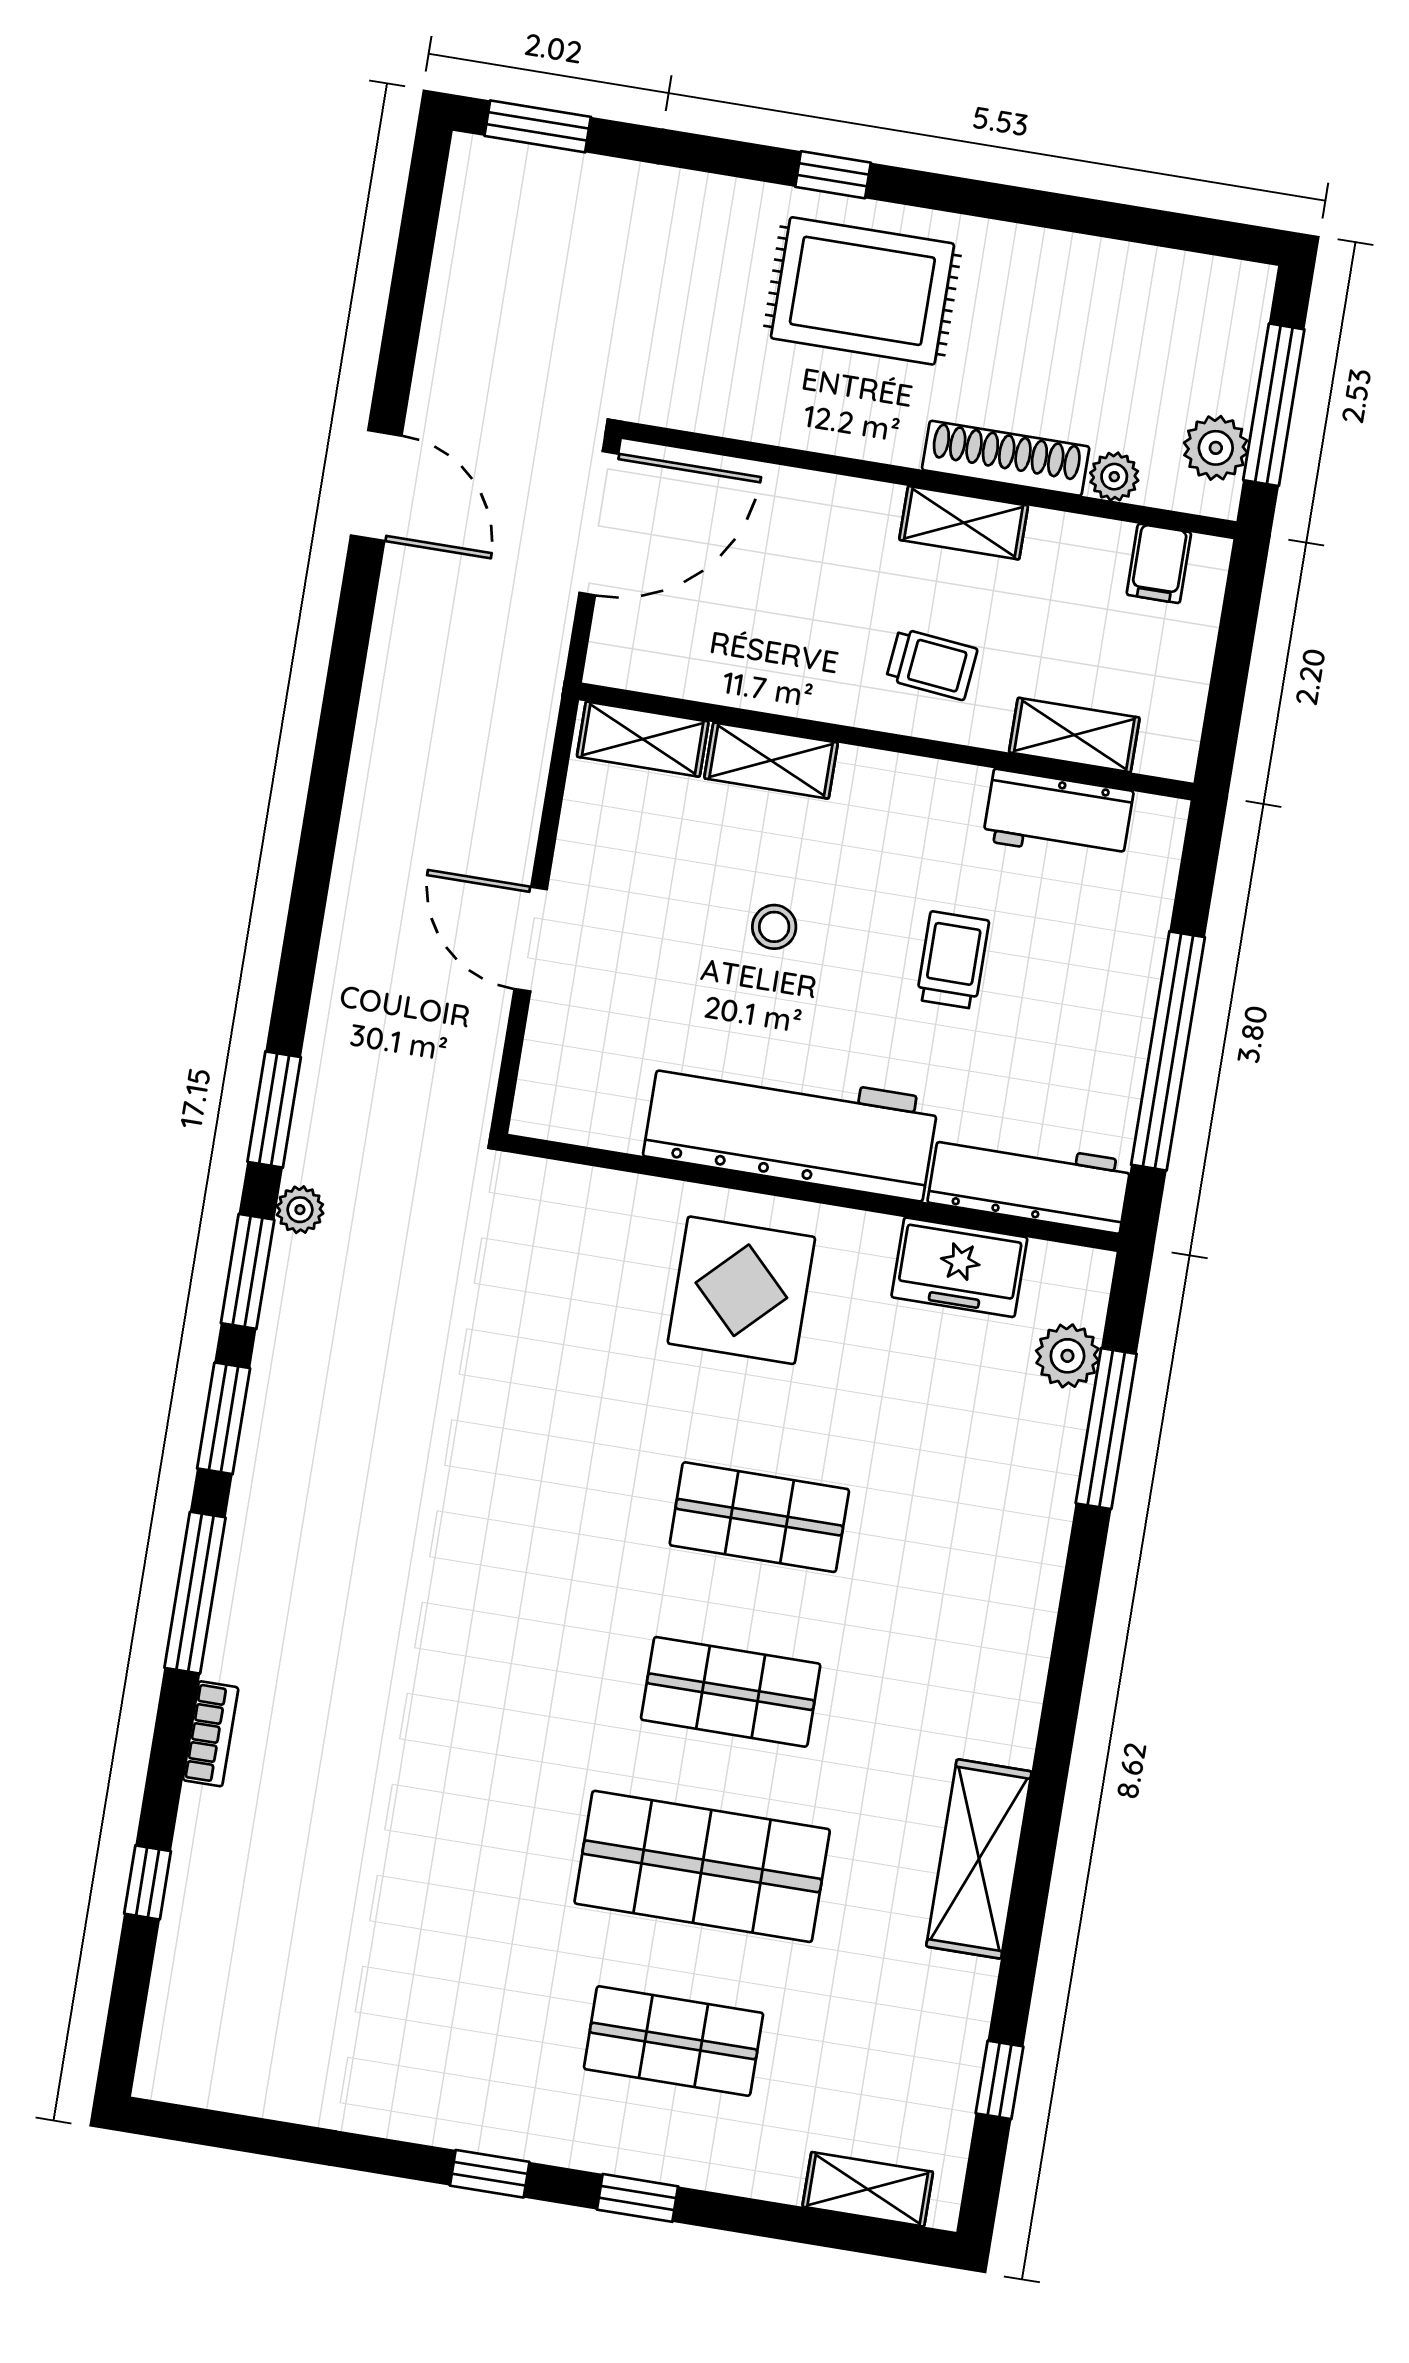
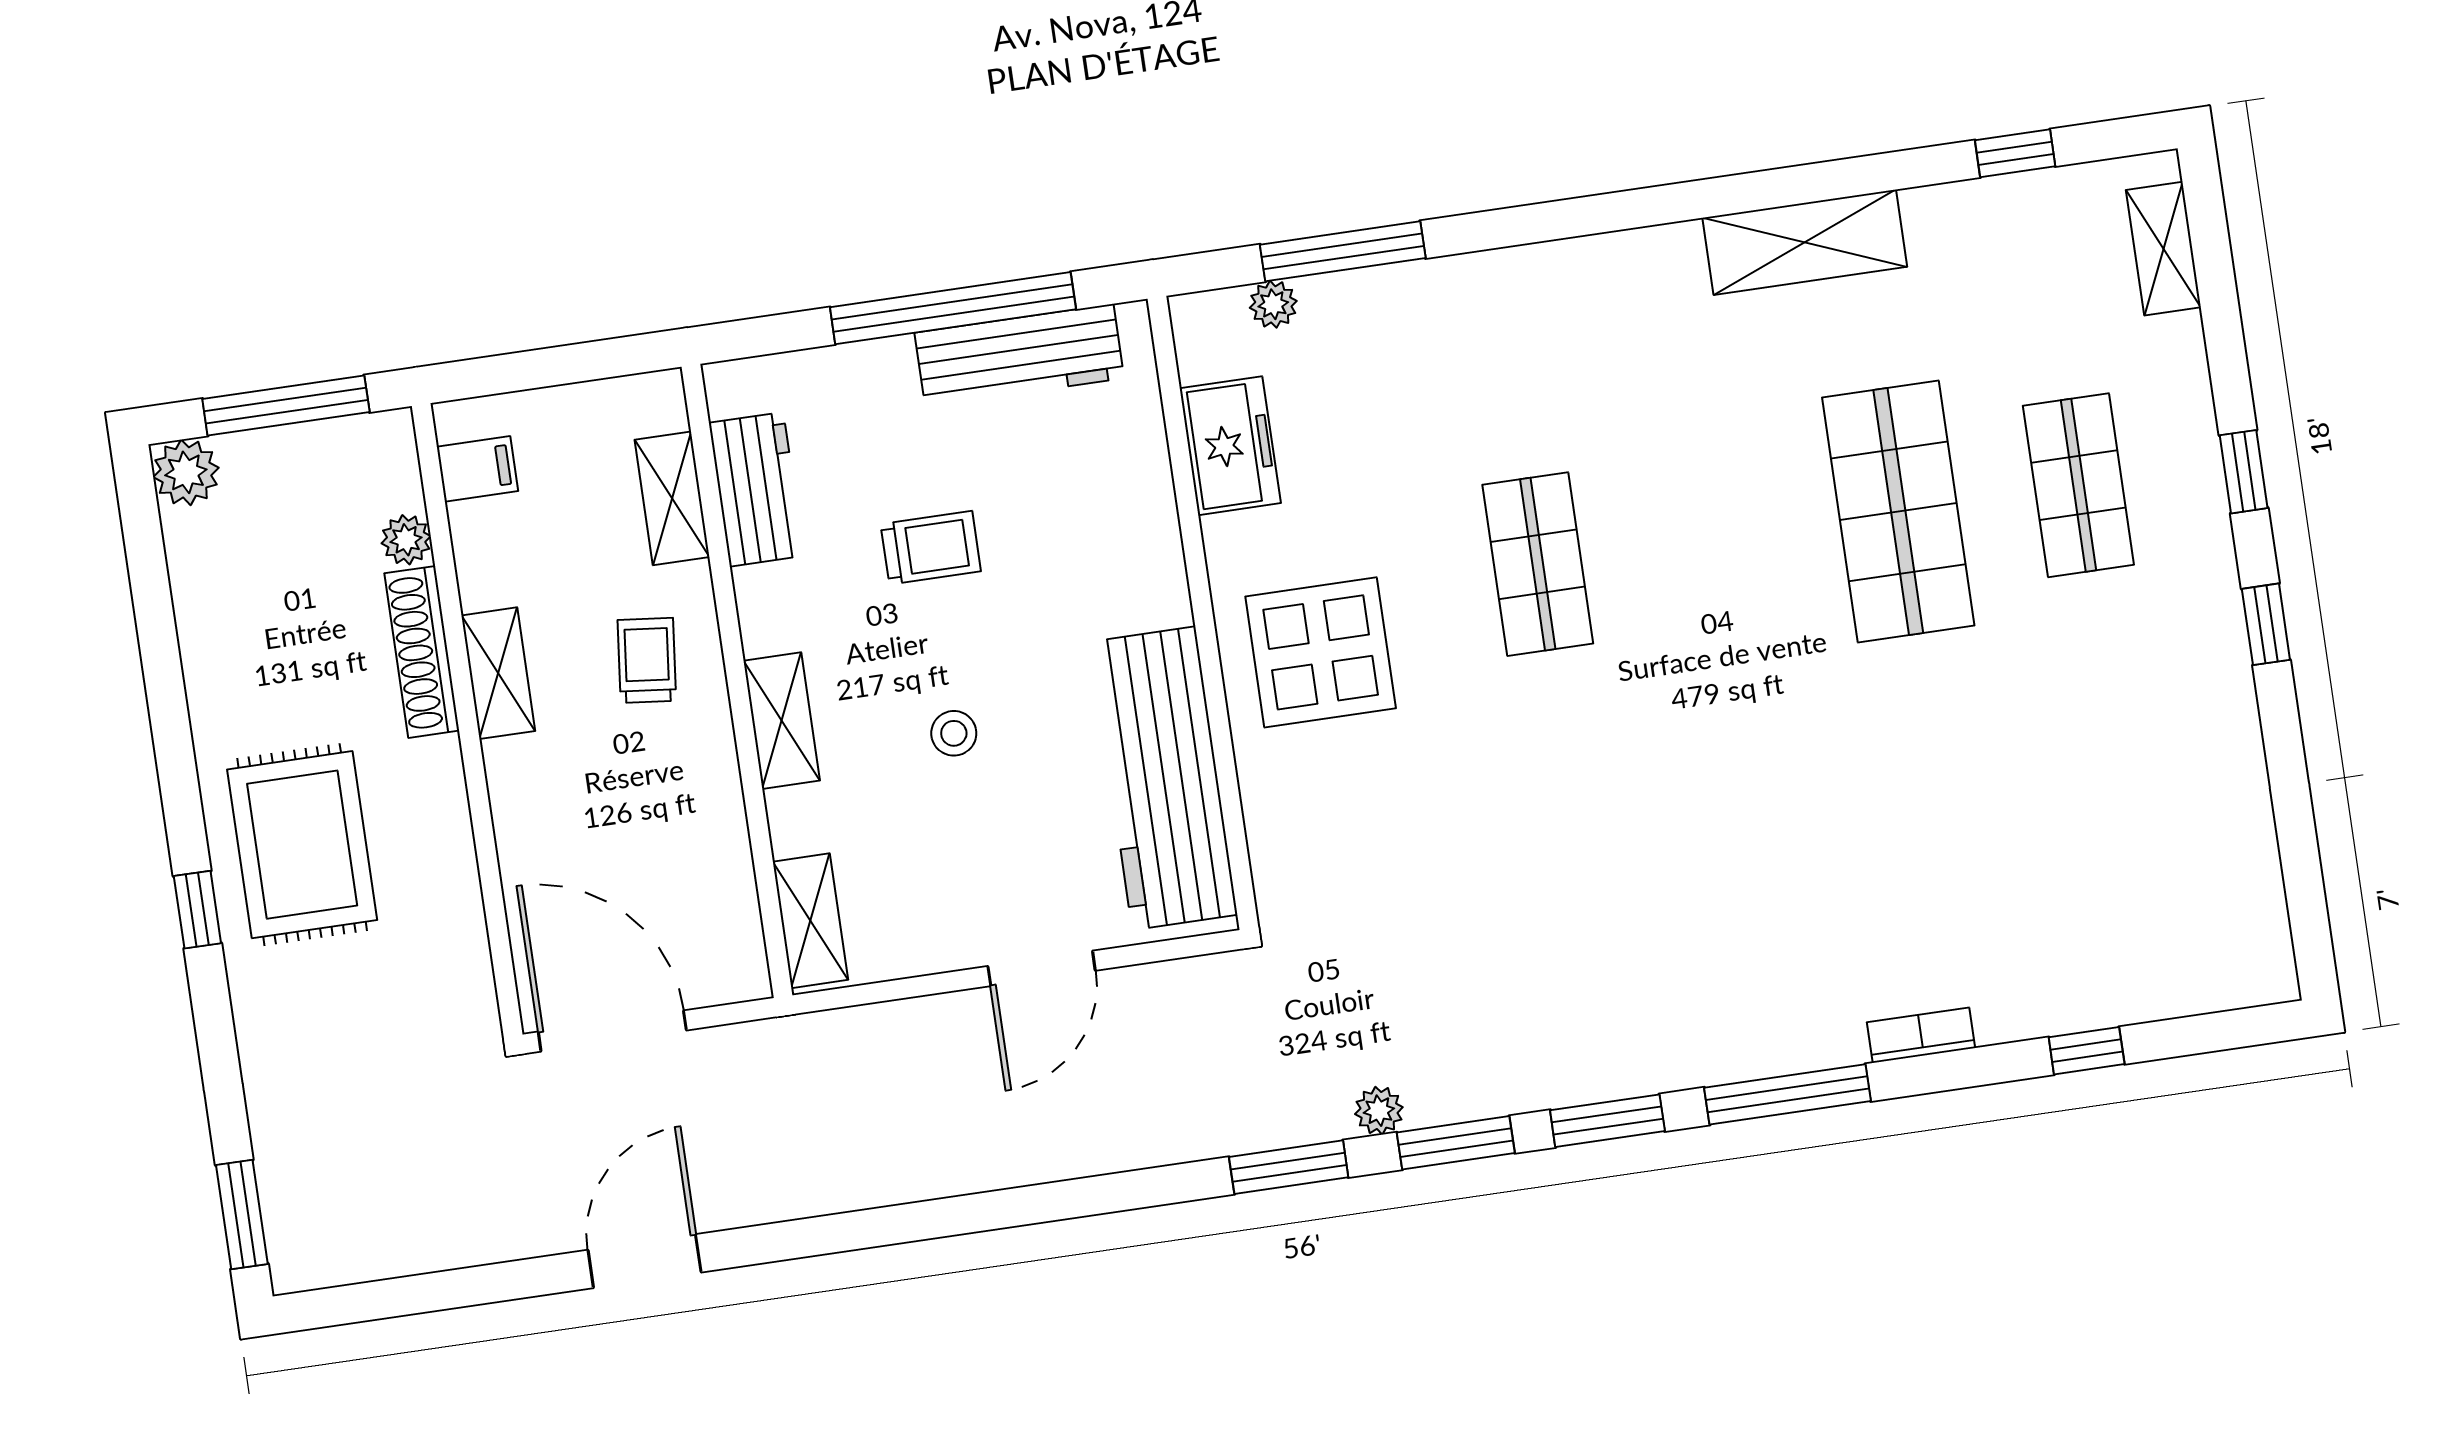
plant: (1216, 448) -> (186, 472), moved
shelving: (771, 761) -> (782, 721), moved
trolley: (953, 960) -> (931, 548), turned 180
workbench: (791, 1128) -> (1164, 778), moved
workbench: (1029, 1182) -> (1019, 355), moved, turned -90
plant: (1067, 1356) -> (1273, 304), width x0.73, depth x0.73
shop shelf: (731, 1692) -> (1718, 538), removed

